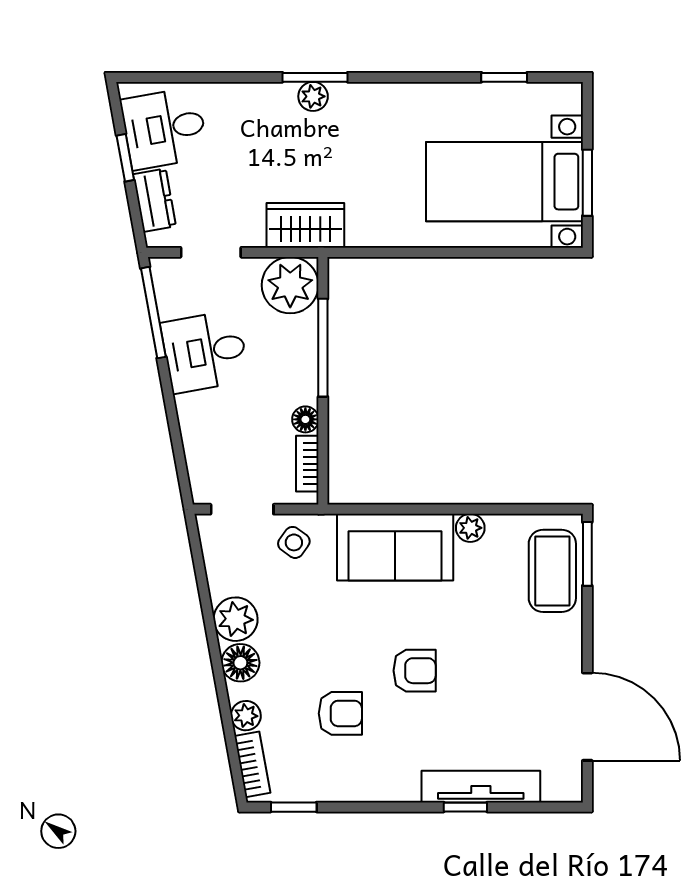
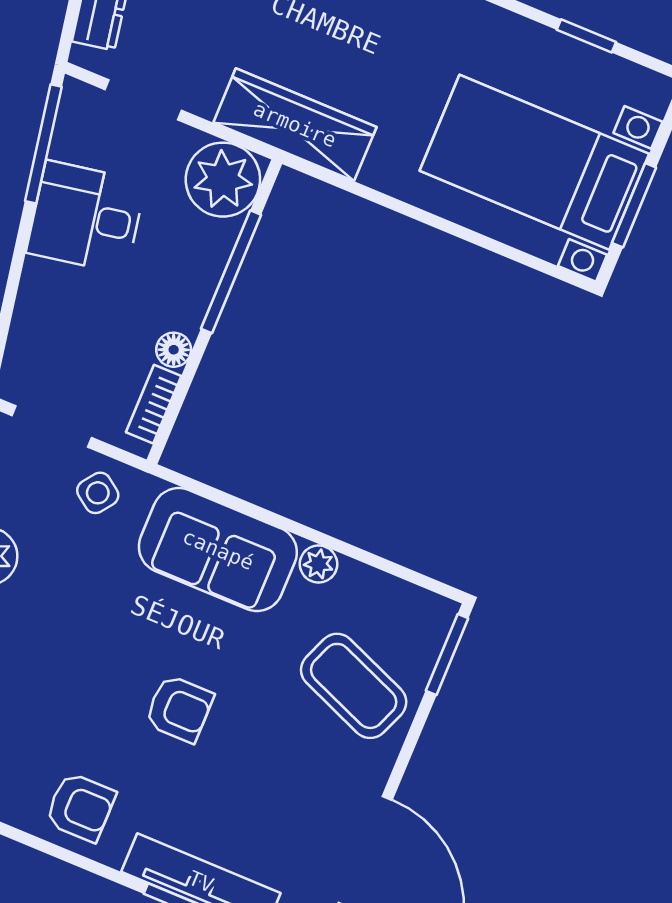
wardrobe: (305, 225) -> (295, 125), width x1.50
coffee table: (552, 571) -> (354, 686), moved, turned -68
armchair: (340, 713) -> (80, 807), moved

